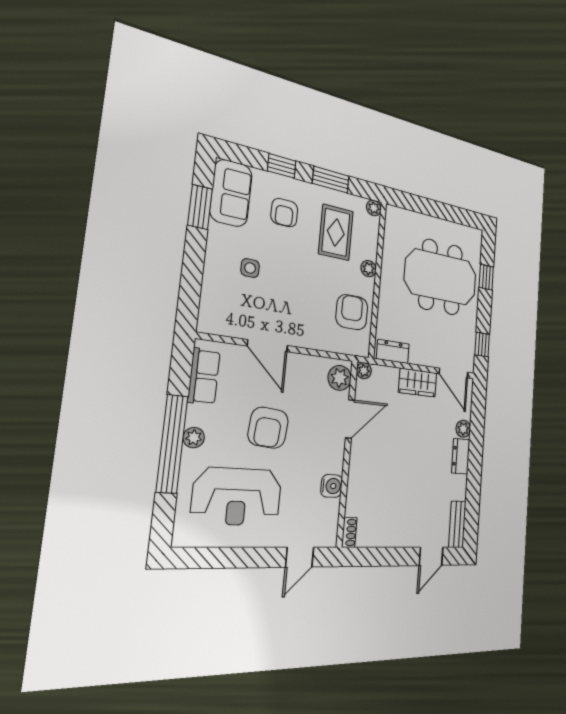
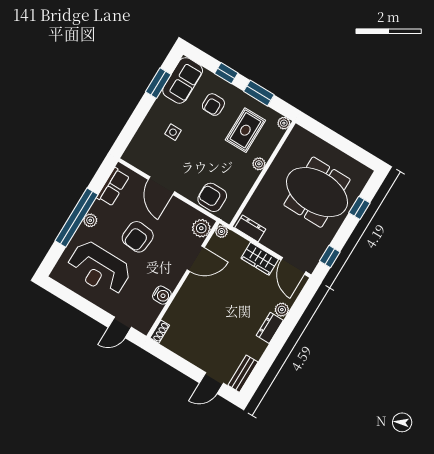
armchair: (352, 312) -> (212, 197), moved, turned -90

